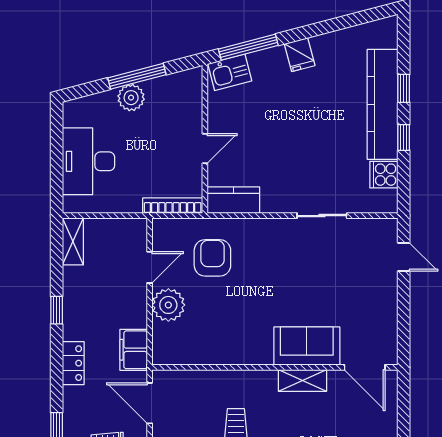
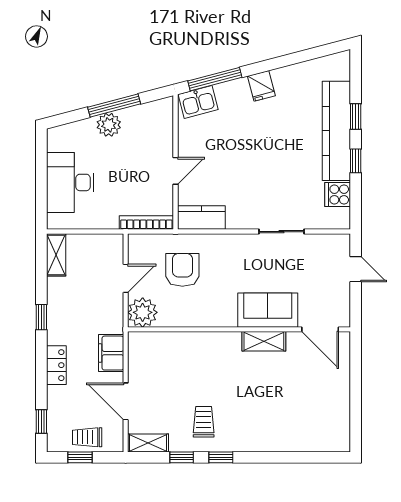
sofa: (307, 346) -> (268, 310), moved
wall: (275, 367) -> (239, 329), moved
door: (365, 367) -> (320, 329), moved
shelving: (302, 380) -> (264, 341), moved

